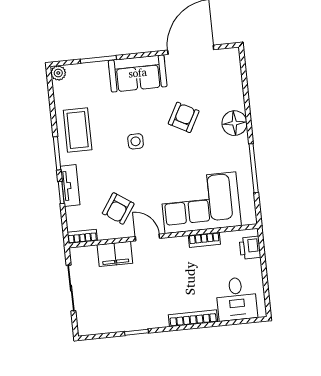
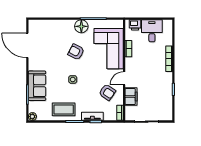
sofa: (138, 73) -> (37, 86), moved
armchair: (184, 117) -> (76, 52), moved
floor lamp: (234, 123) -> (81, 26), moved
desk: (236, 299) -> (152, 31), moved, turned -90

